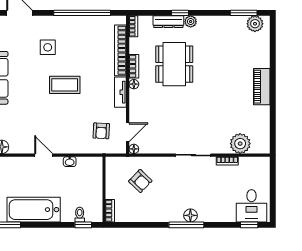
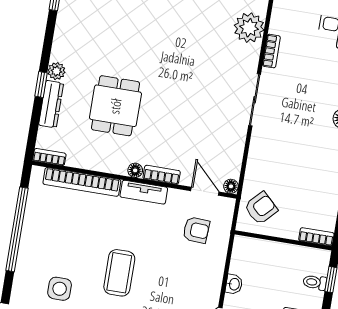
dining table: (174, 64) -> (115, 106), width x0.73
bookcase: (134, 66) -> (162, 175), moved
armchair: (140, 181) -> (261, 208), moved

